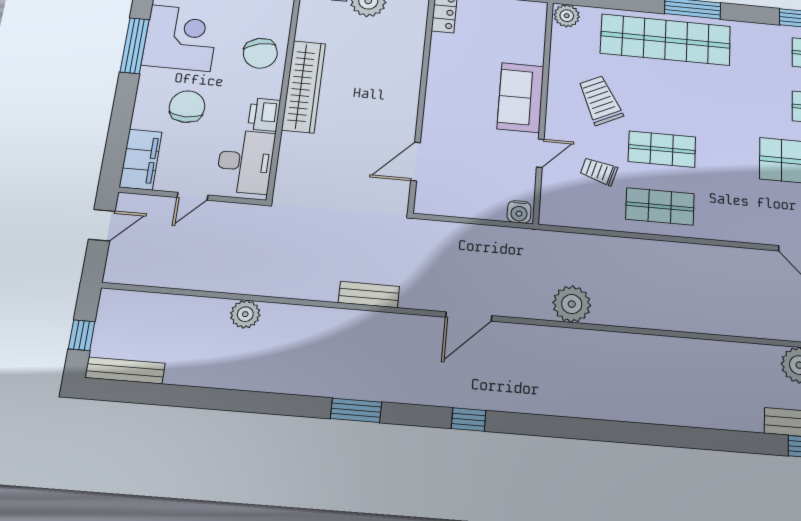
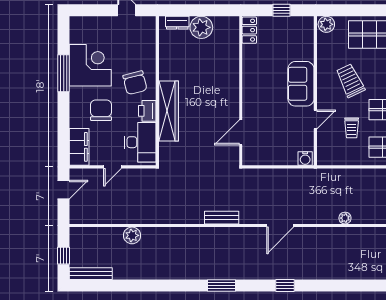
chair: (260, 53) -> (135, 83), moved
wardrobe: (304, 86) -> (169, 111), moved
trolley: (599, 171) -> (352, 128), turned -106
plant: (572, 304) -> (345, 218), width x0.53, depth x0.53
plant: (245, 314) -> (132, 235), moved

